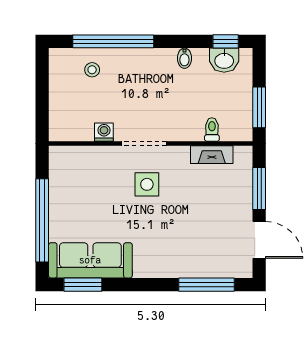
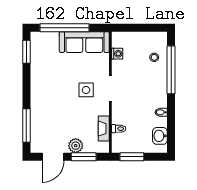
window: (226, 41) -> (171, 137), removed
washing machine: (104, 132) -> (117, 54), moved
plant: (241, 202) -> (76, 146), added
sofa: (90, 260) -> (84, 42), moved, turned 90

